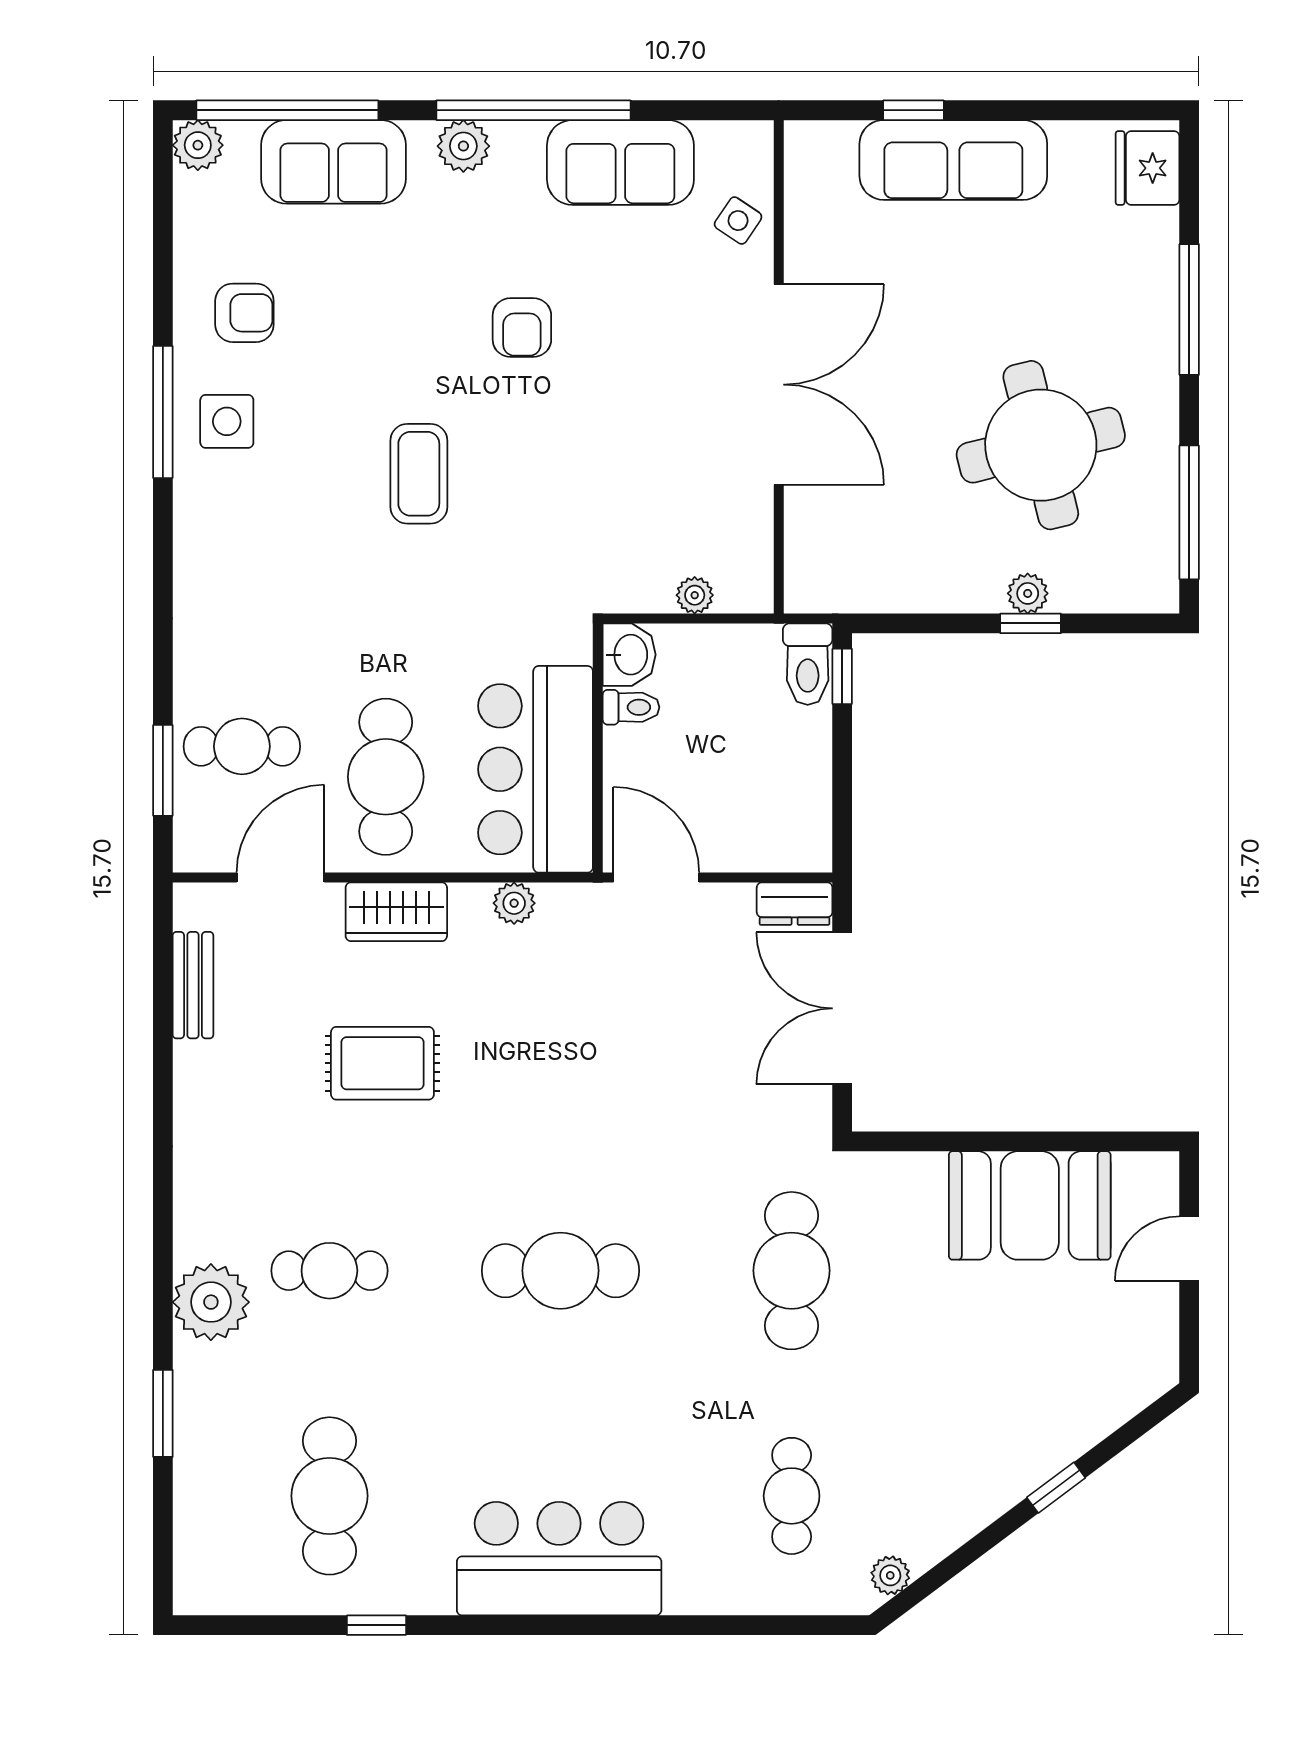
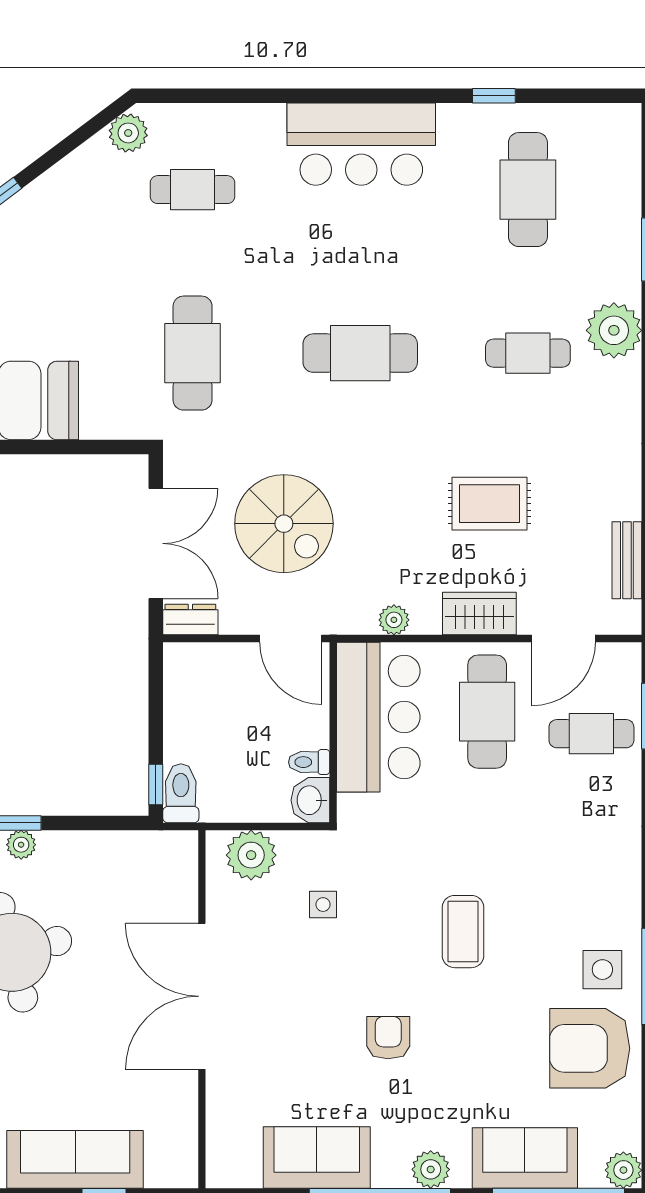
side table: (738, 221) -> (323, 905), moved, turned -34
armchair: (244, 313) -> (590, 1048), width x1.88, depth x1.88
plant: (695, 595) -> (251, 855), width x1.88, depth x1.88
spiral stairs: (666, 1036) -> (284, 524), added
cafe table: (792, 1496) -> (193, 190), turned 90
plant: (890, 1575) -> (128, 133), width x1.38, depth x1.38

